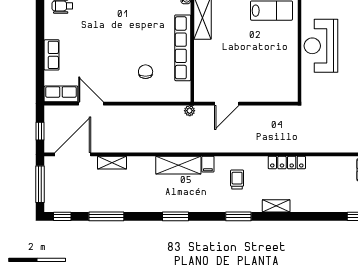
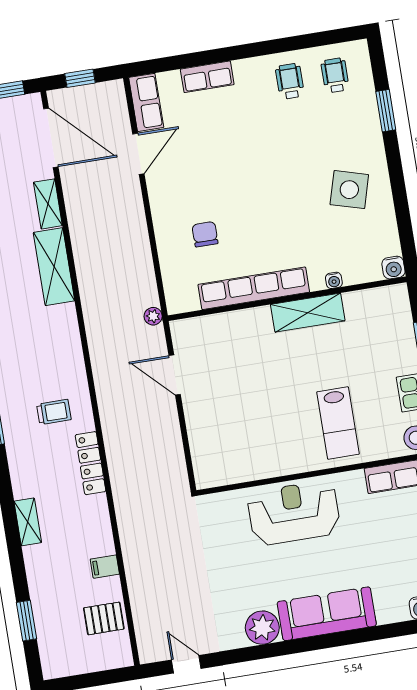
chair: (146, 72) -> (205, 234), turned -90
locker: (287, 163) -> (91, 463), moved
filing cabinet: (208, 164) -> (105, 567), moved
shelving: (178, 165) -> (54, 267), moved
shelving: (276, 206) -> (28, 522), moved

